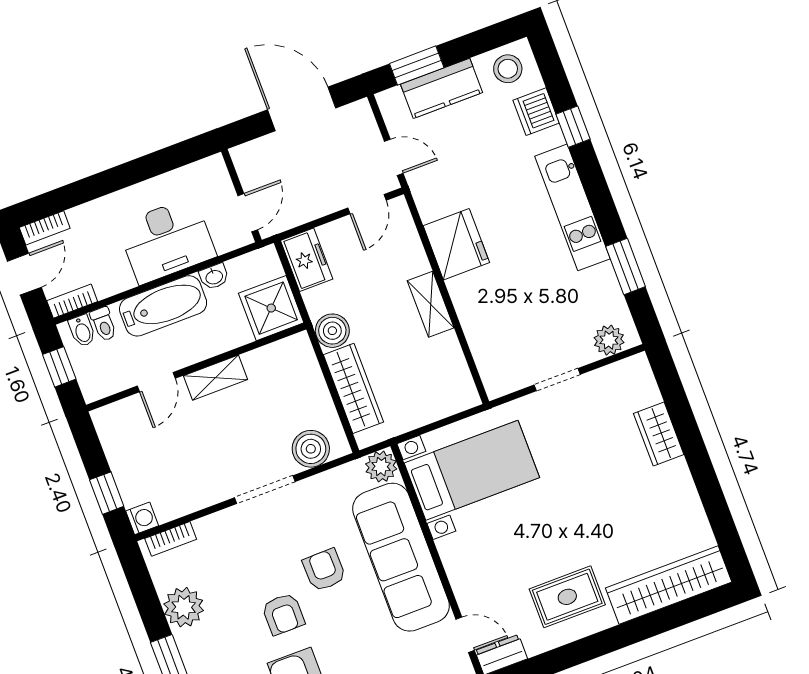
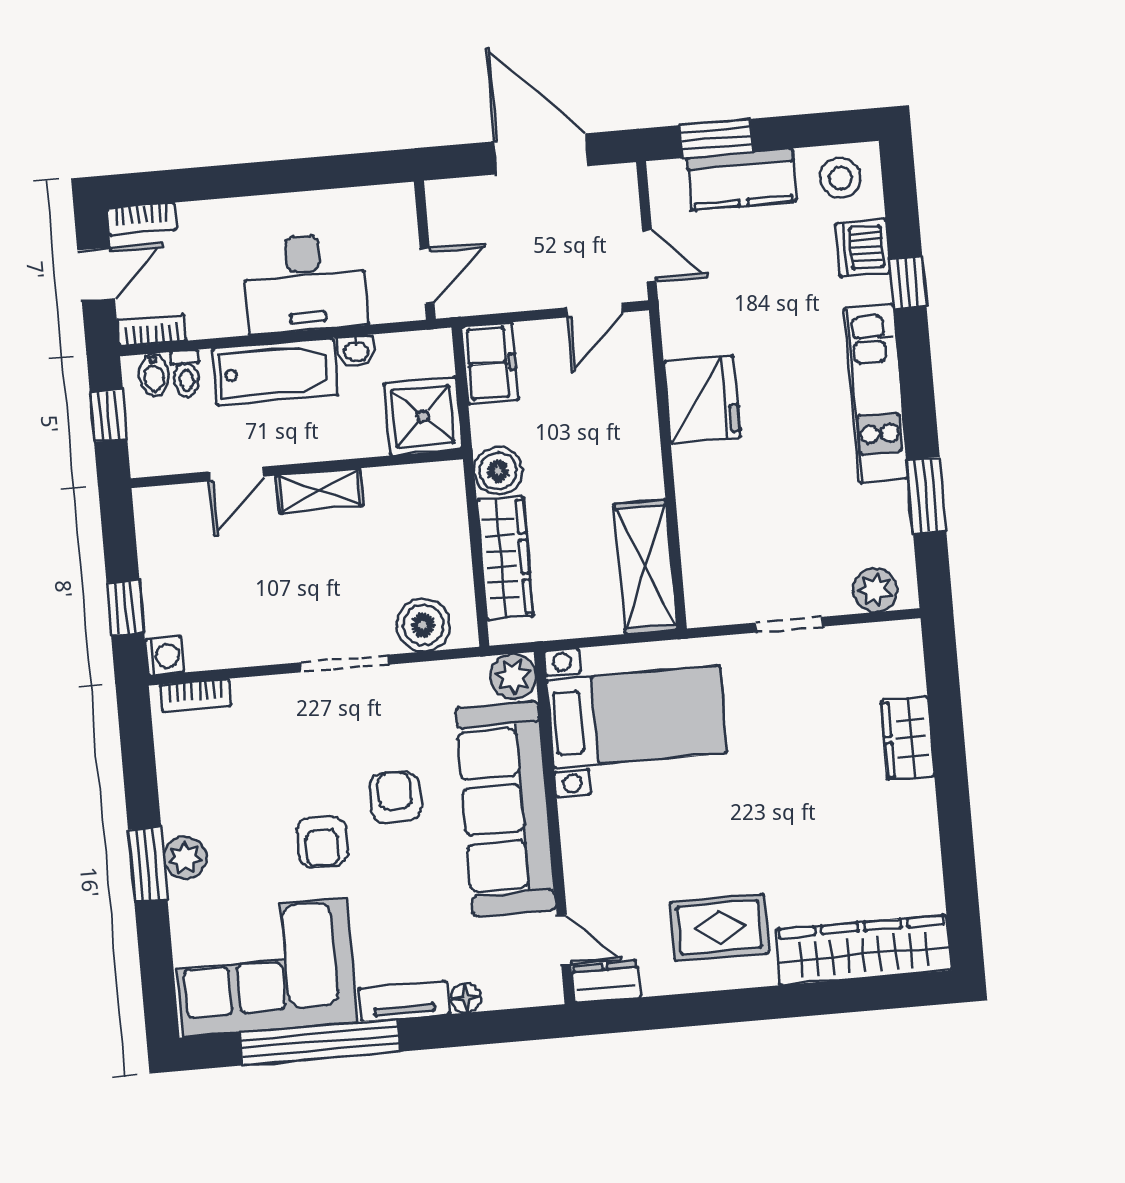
shelving: (431, 304) -> (645, 567), moved, width x1.50, depth x1.33
plant: (184, 607) -> (185, 858), moved, width x0.73, depth x0.73

